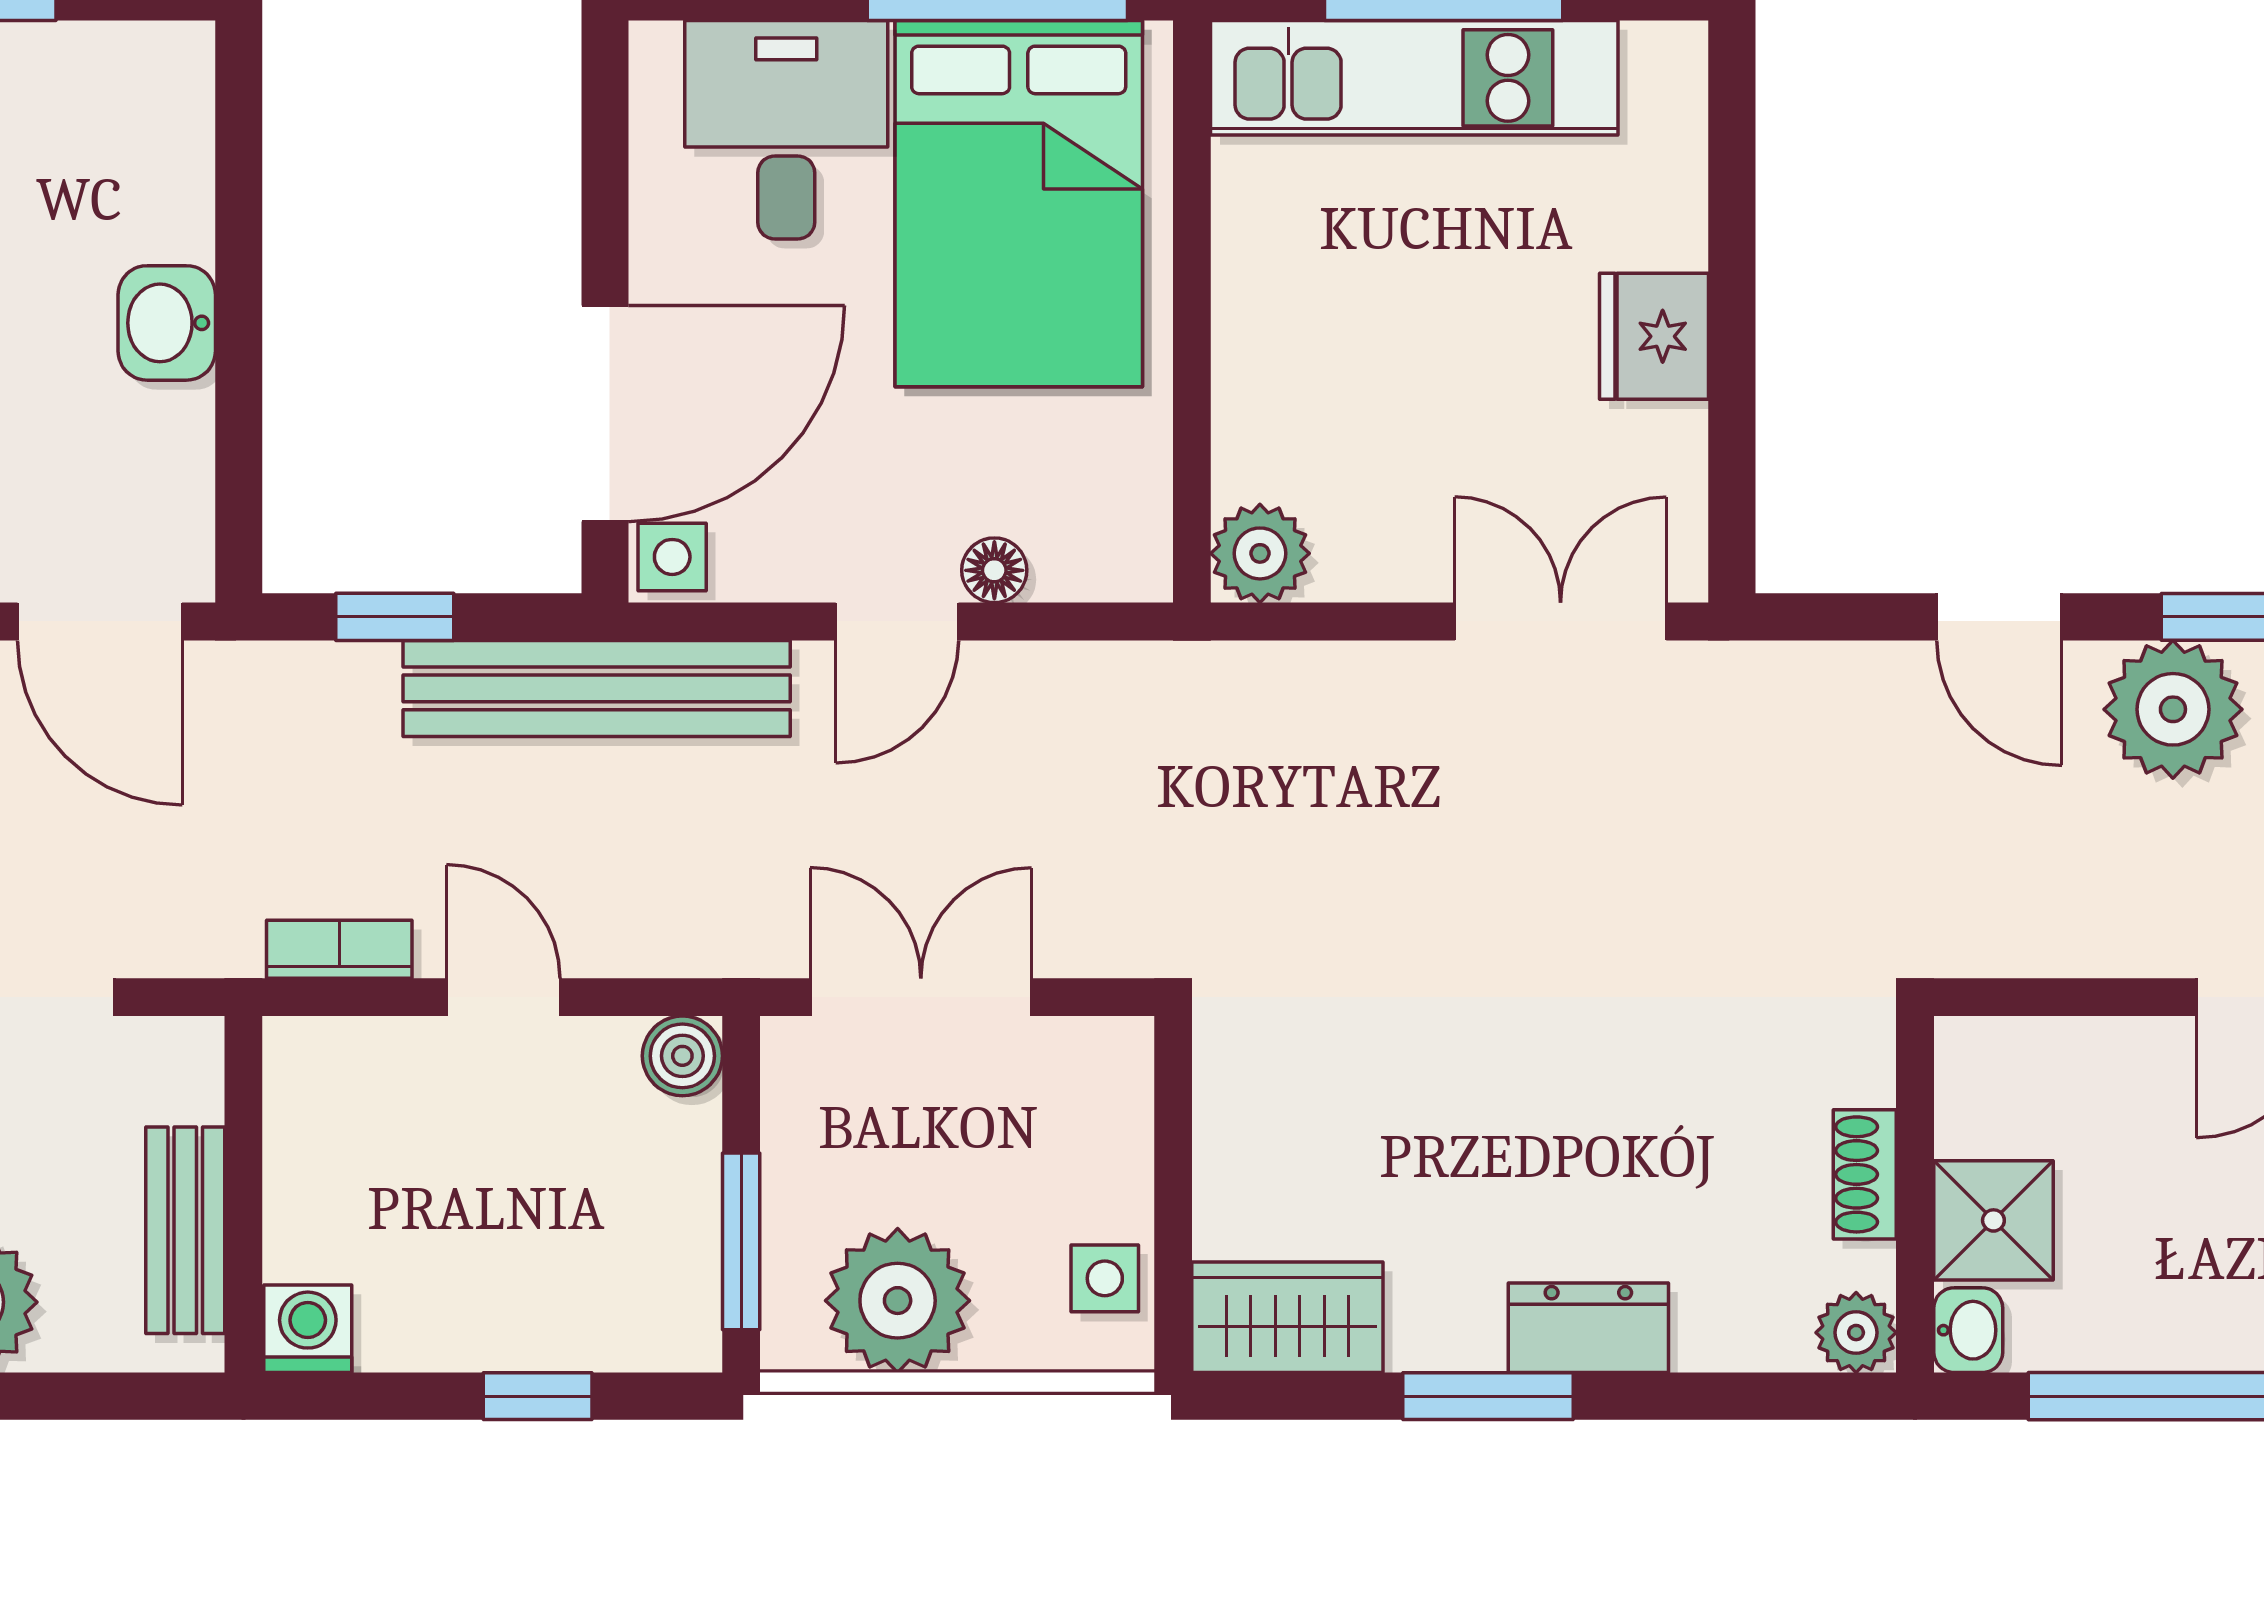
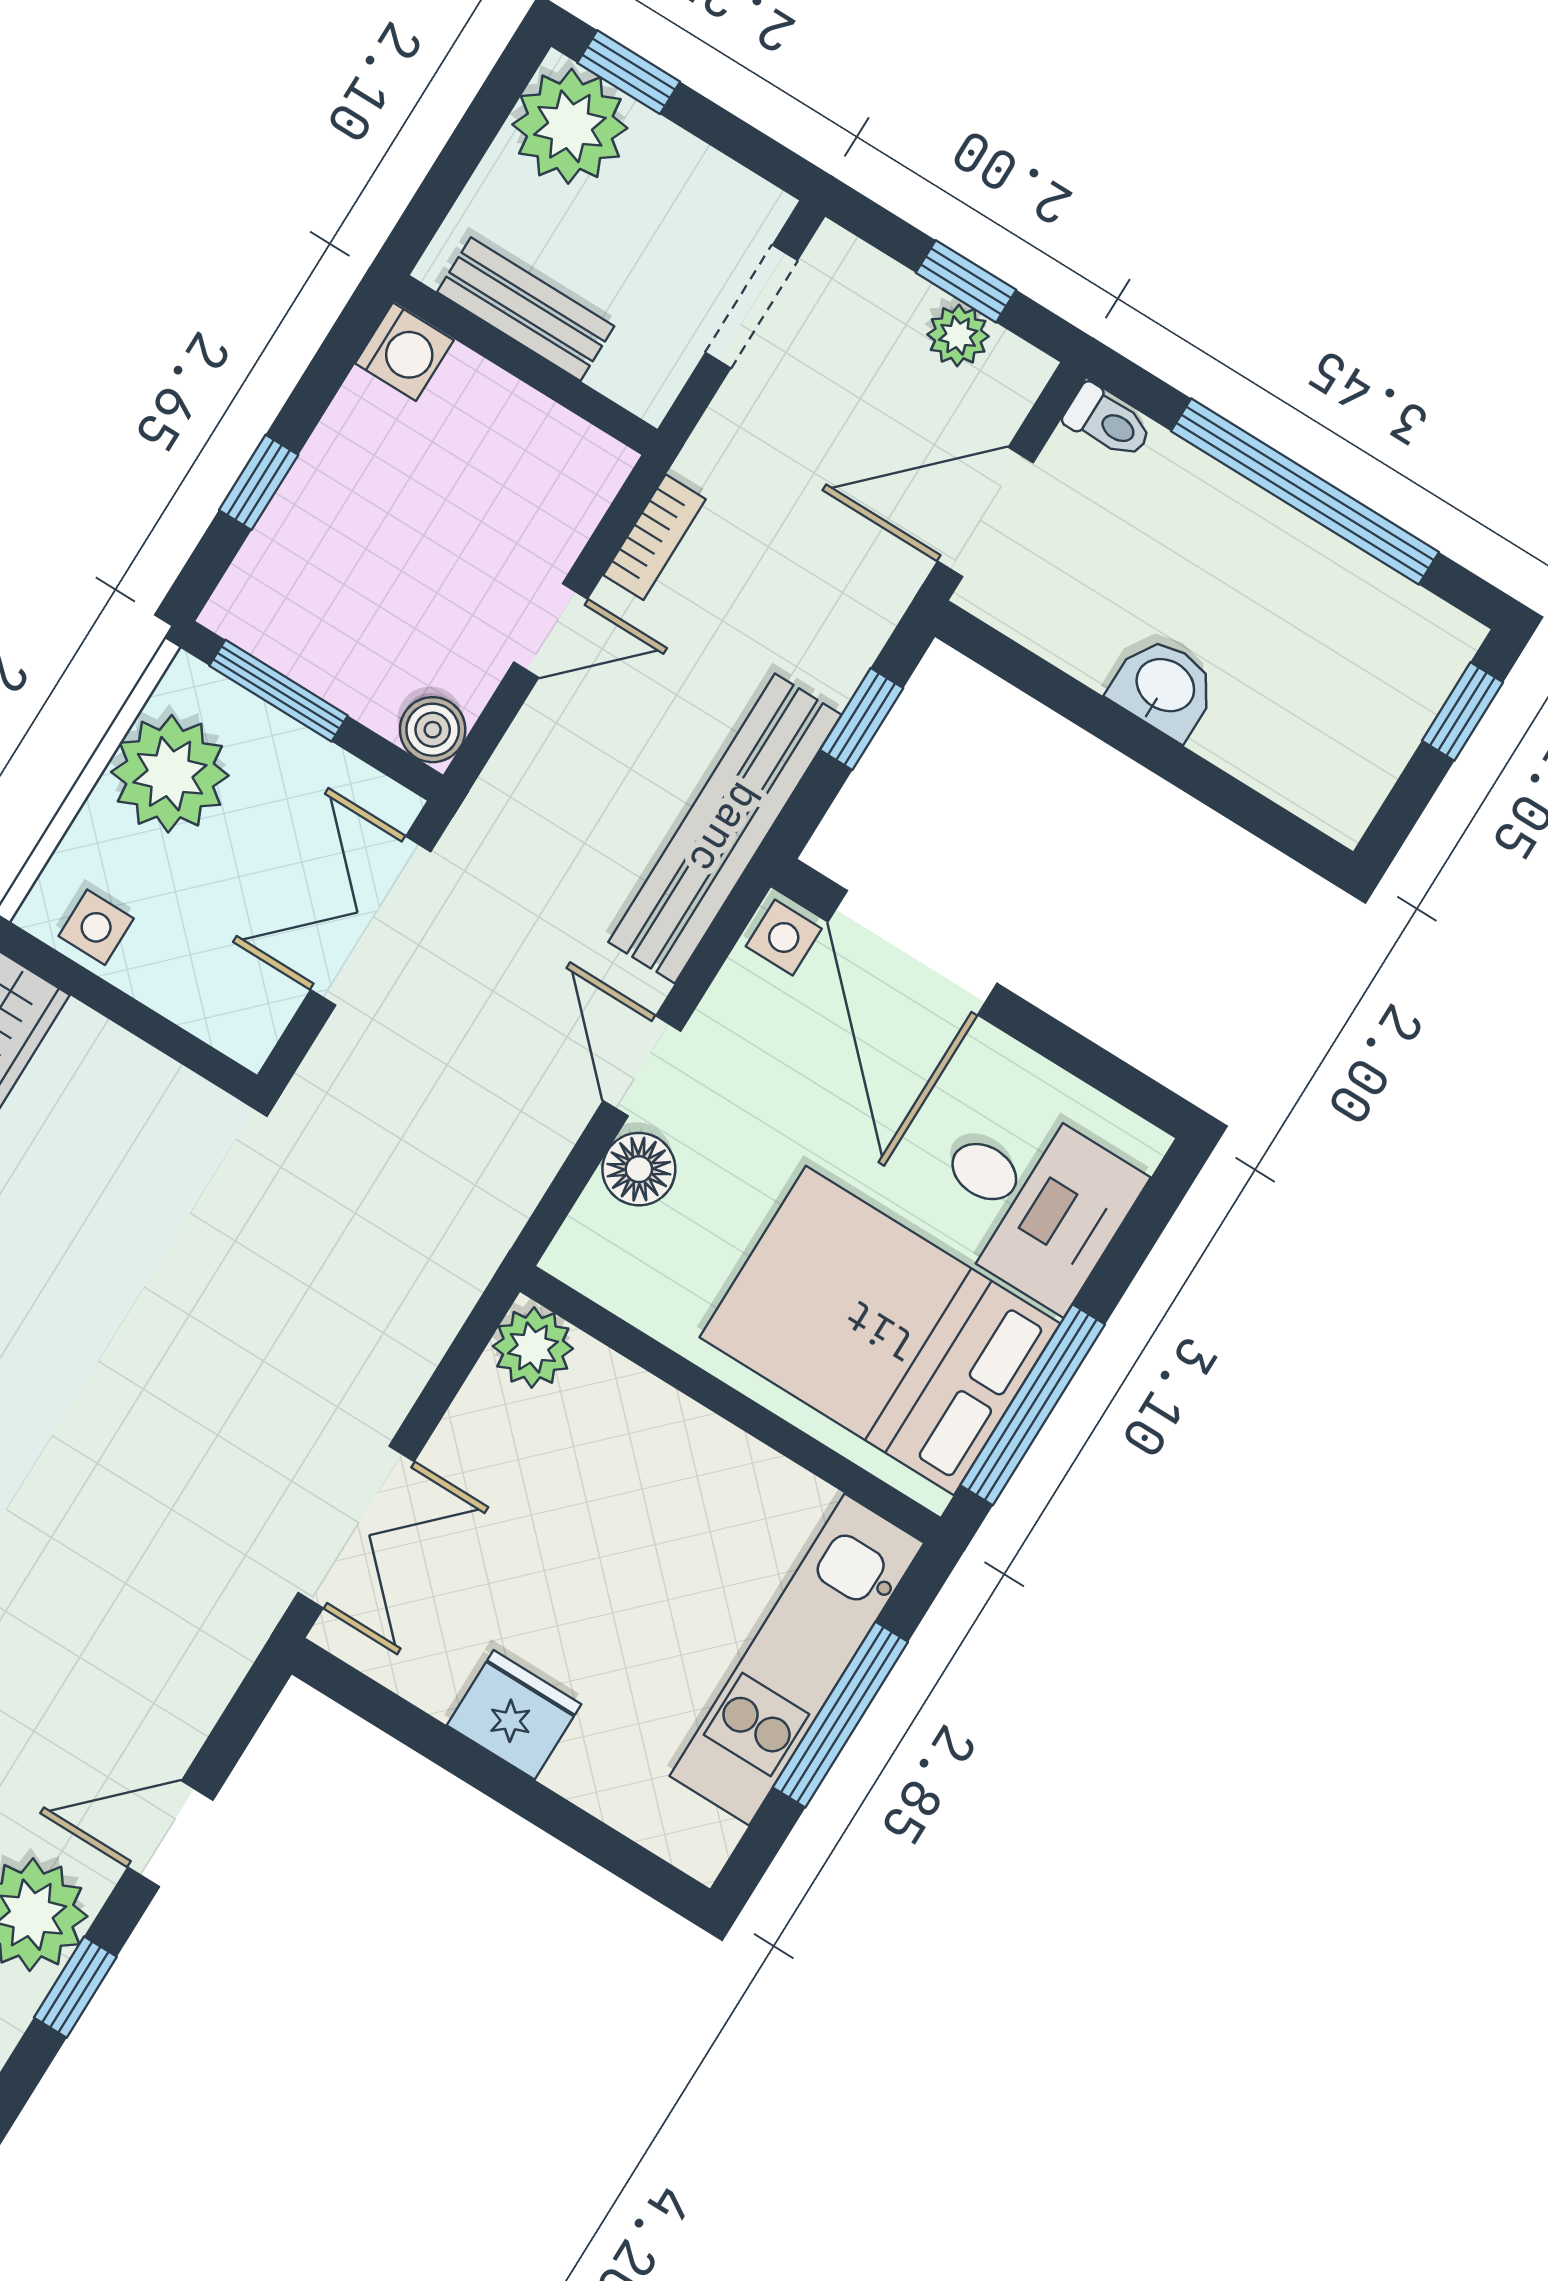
floor lamp: (994, 570) -> (639, 1169), width x1.37, depth x1.37
double door: (921, 997) -> (371, 921), swing flipped

